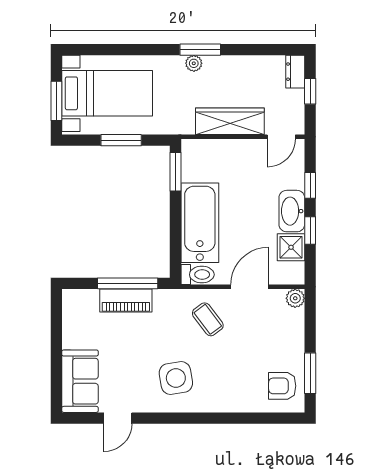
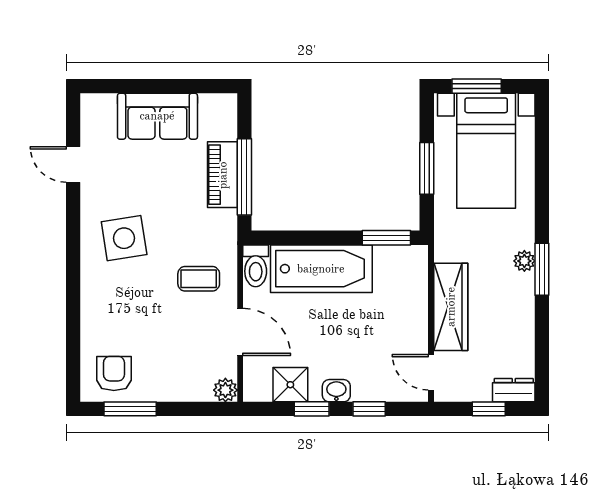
washbasin: (292, 211) -> (336, 391), width x0.52, depth x0.69
coffee table: (208, 319) -> (199, 279), turned 37
sofa: (80, 381) -> (157, 116), moved

